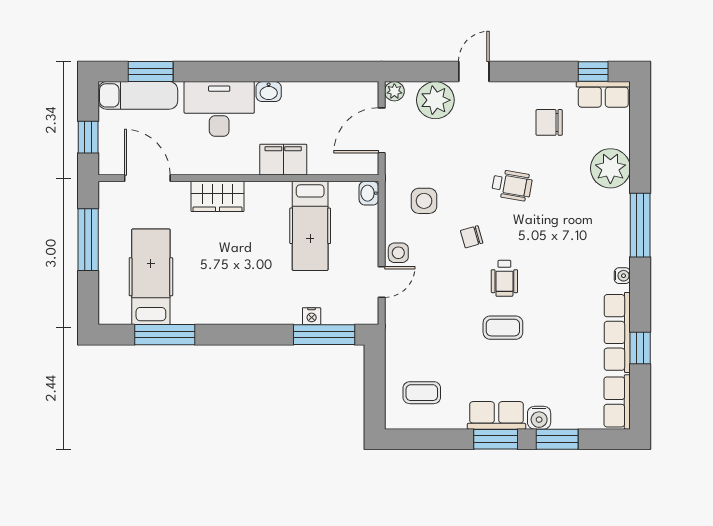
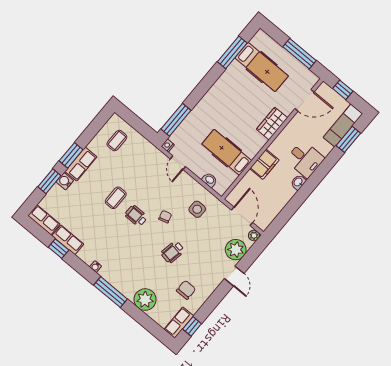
desk: (219, 109) -> (305, 159), width x0.73
washbasin: (369, 193) -> (209, 180), moved
side table: (398, 253) -> (184, 180), removed
nightstand: (312, 316) -> (168, 146), moved
row of seats: (617, 332) -> (68, 240), width x0.68

